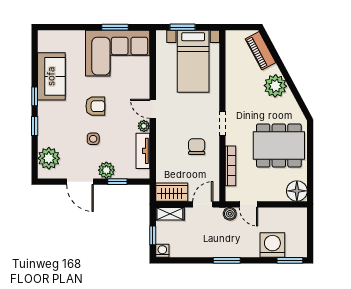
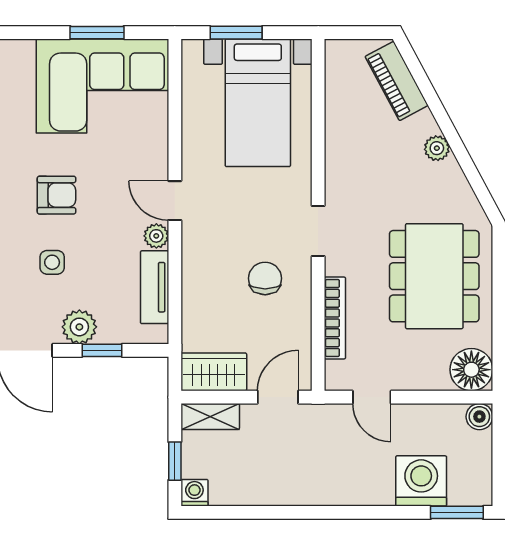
plant: (275, 86) -> (437, 148), width x0.53, depth x0.53
dining table: (279, 146) -> (434, 276), turned 90
boiler: (230, 214) -> (479, 417), moved
window: (227, 260) -> (327, 512), removed

